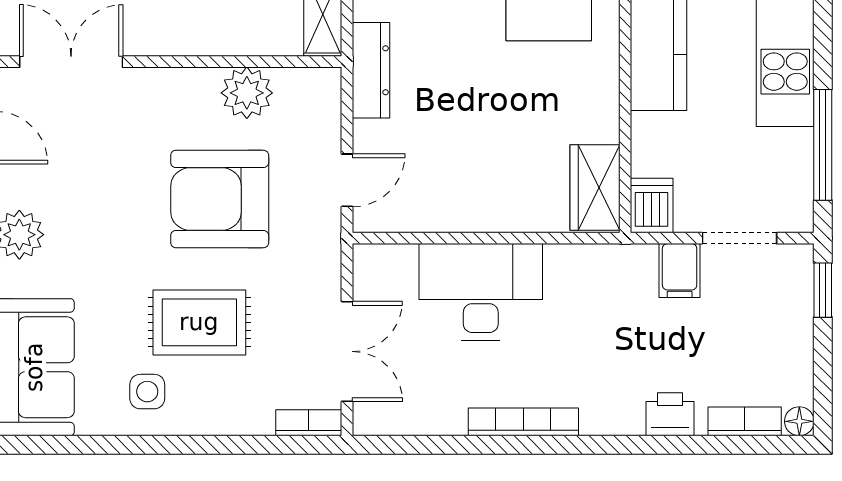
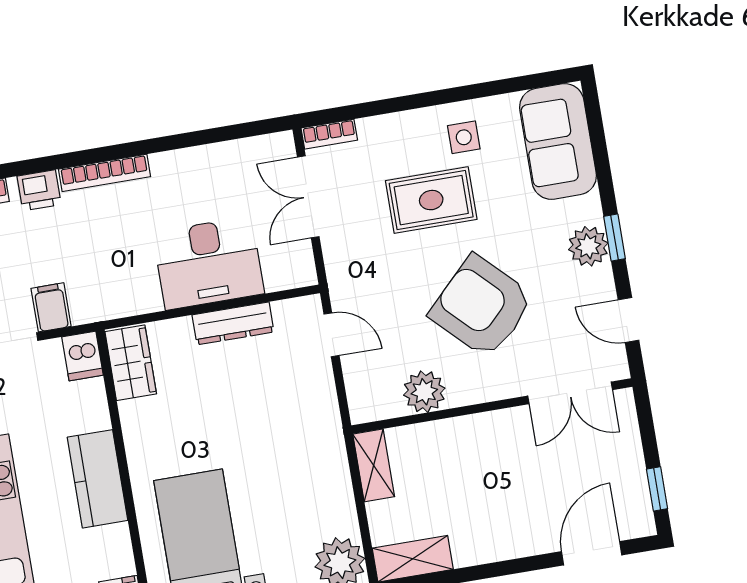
dresser: (371, 70) -> (233, 323), moved, turned -90
door: (347, 180) -> (332, 335), swing flipped
armchair: (220, 199) -> (482, 307), moved, turned -135
bookcase: (523, 422) -> (104, 173), moved

